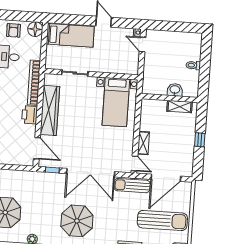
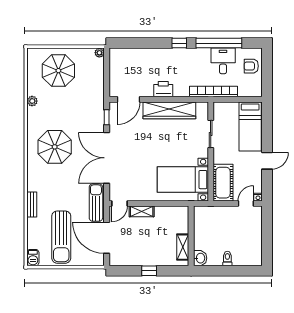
floor lamp: (35, 29) -> (254, 89), removed
cot: (121, 65) -> (223, 183), added
bookcase: (34, 83) -> (214, 92), moved
washbasin: (175, 90) -> (200, 258), moved

